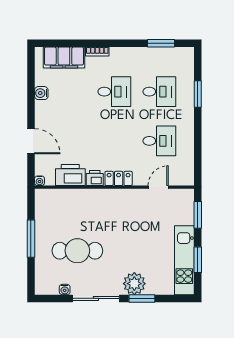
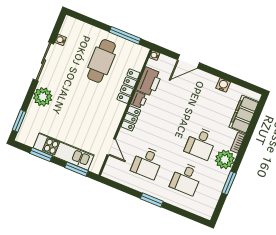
window: (161, 43) -> (229, 183), moved
plant: (121, 58) -> (225, 159), added
window: (198, 94) -> (152, 200), moved
locker: (85, 195) -> (128, 86), added
window: (31, 239) -> (125, 35), moved
cafe table: (77, 251) -> (101, 61), moved
kitchen unit: (184, 260) -> (64, 151), moved
window: (142, 298) -> (19, 121), moved

